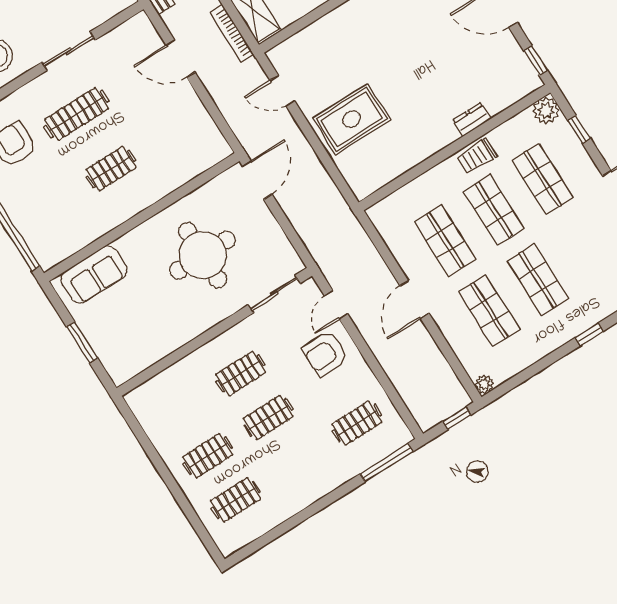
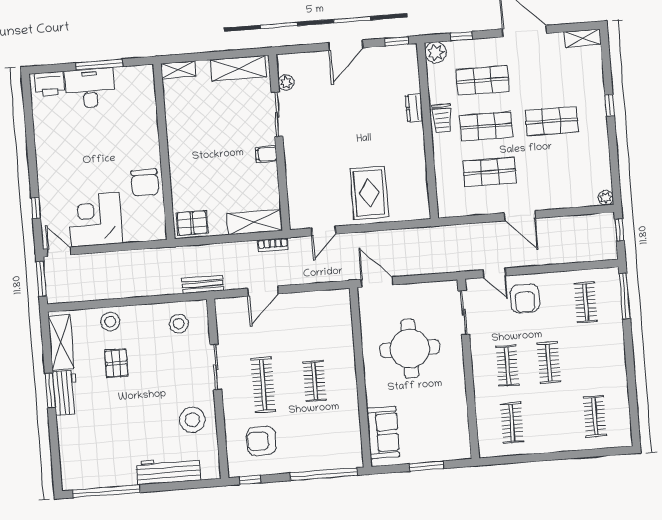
bookcase: (232, 34) -> (273, 245), width x0.64
shop shelf: (489, 310) -> (555, 167), removed
clothes rail: (208, 456) -> (512, 423), moved

